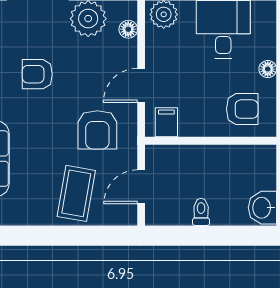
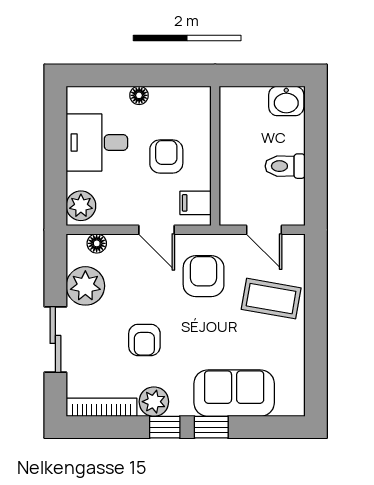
armchair: (242, 109) -> (166, 156), moved
armchair: (97, 130) -> (204, 276), turned -90
toilet: (201, 212) -> (285, 166), width x1.37, depth x1.39

